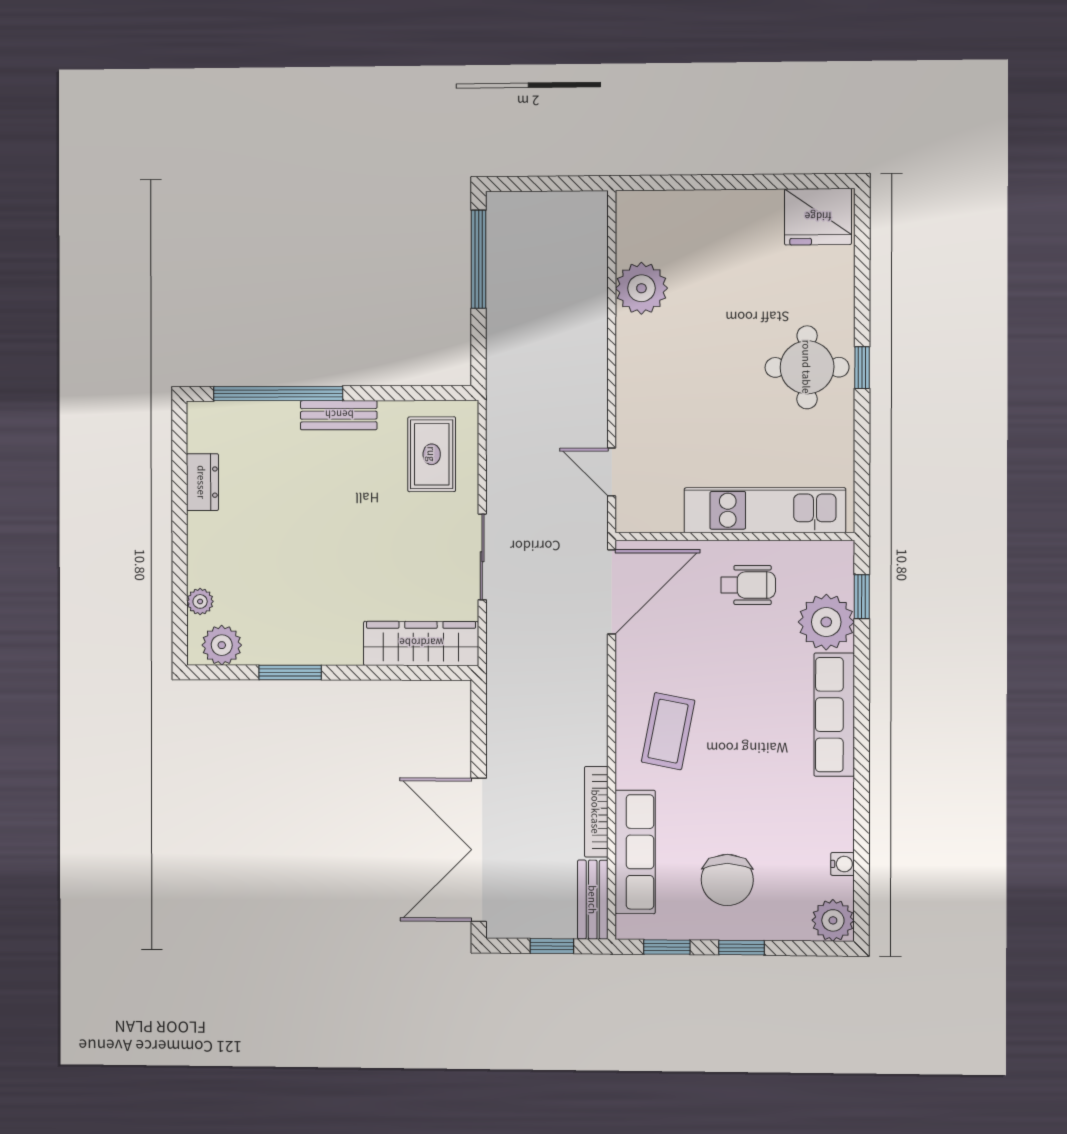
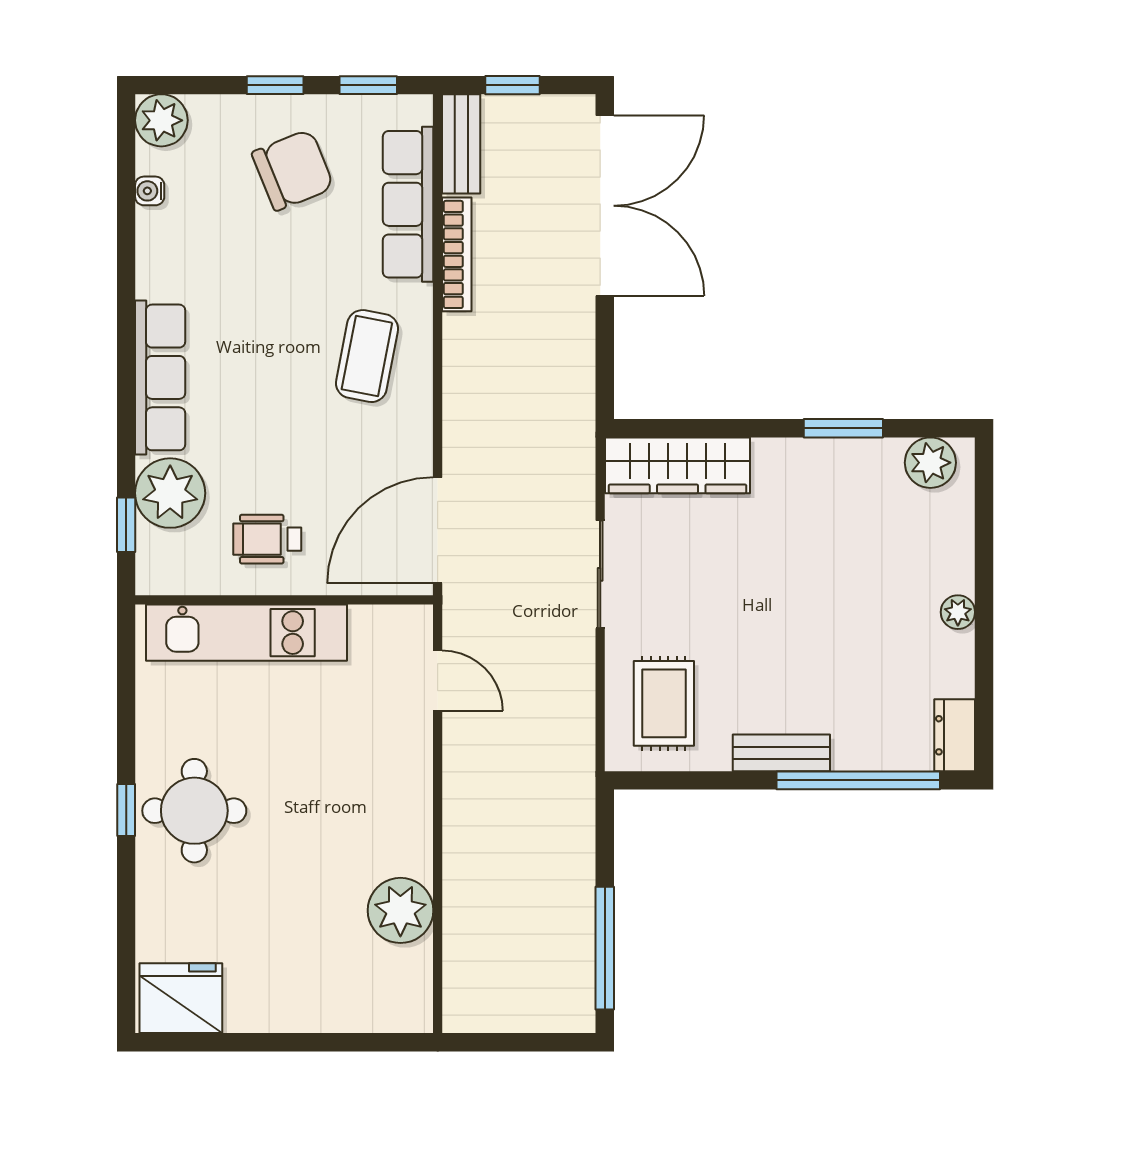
dresser: (202, 482) -> (955, 735), moved
plant: (200, 601) -> (958, 612), moved
chair: (727, 880) -> (293, 170), turned 68

